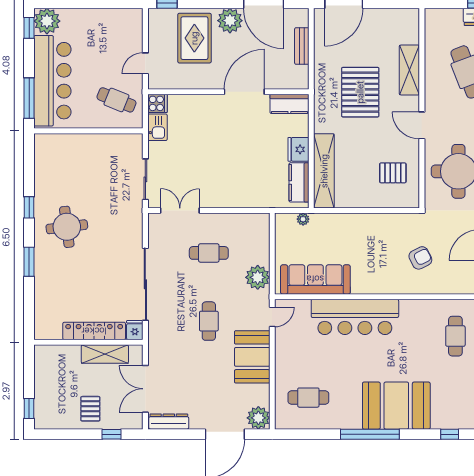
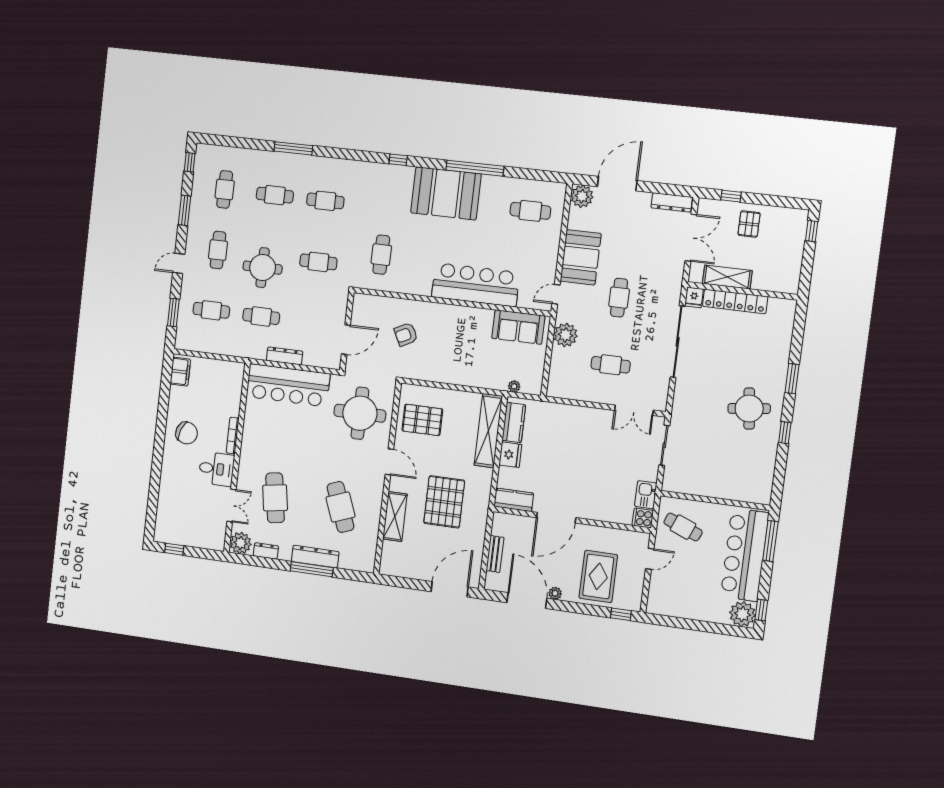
plant: (230, 21) -> (555, 593), width x0.53, depth x0.53
pallet: (393, 173) -> (422, 420), width x1.50, depth x1.42
sofa: (315, 279) -> (518, 327), width x0.73

